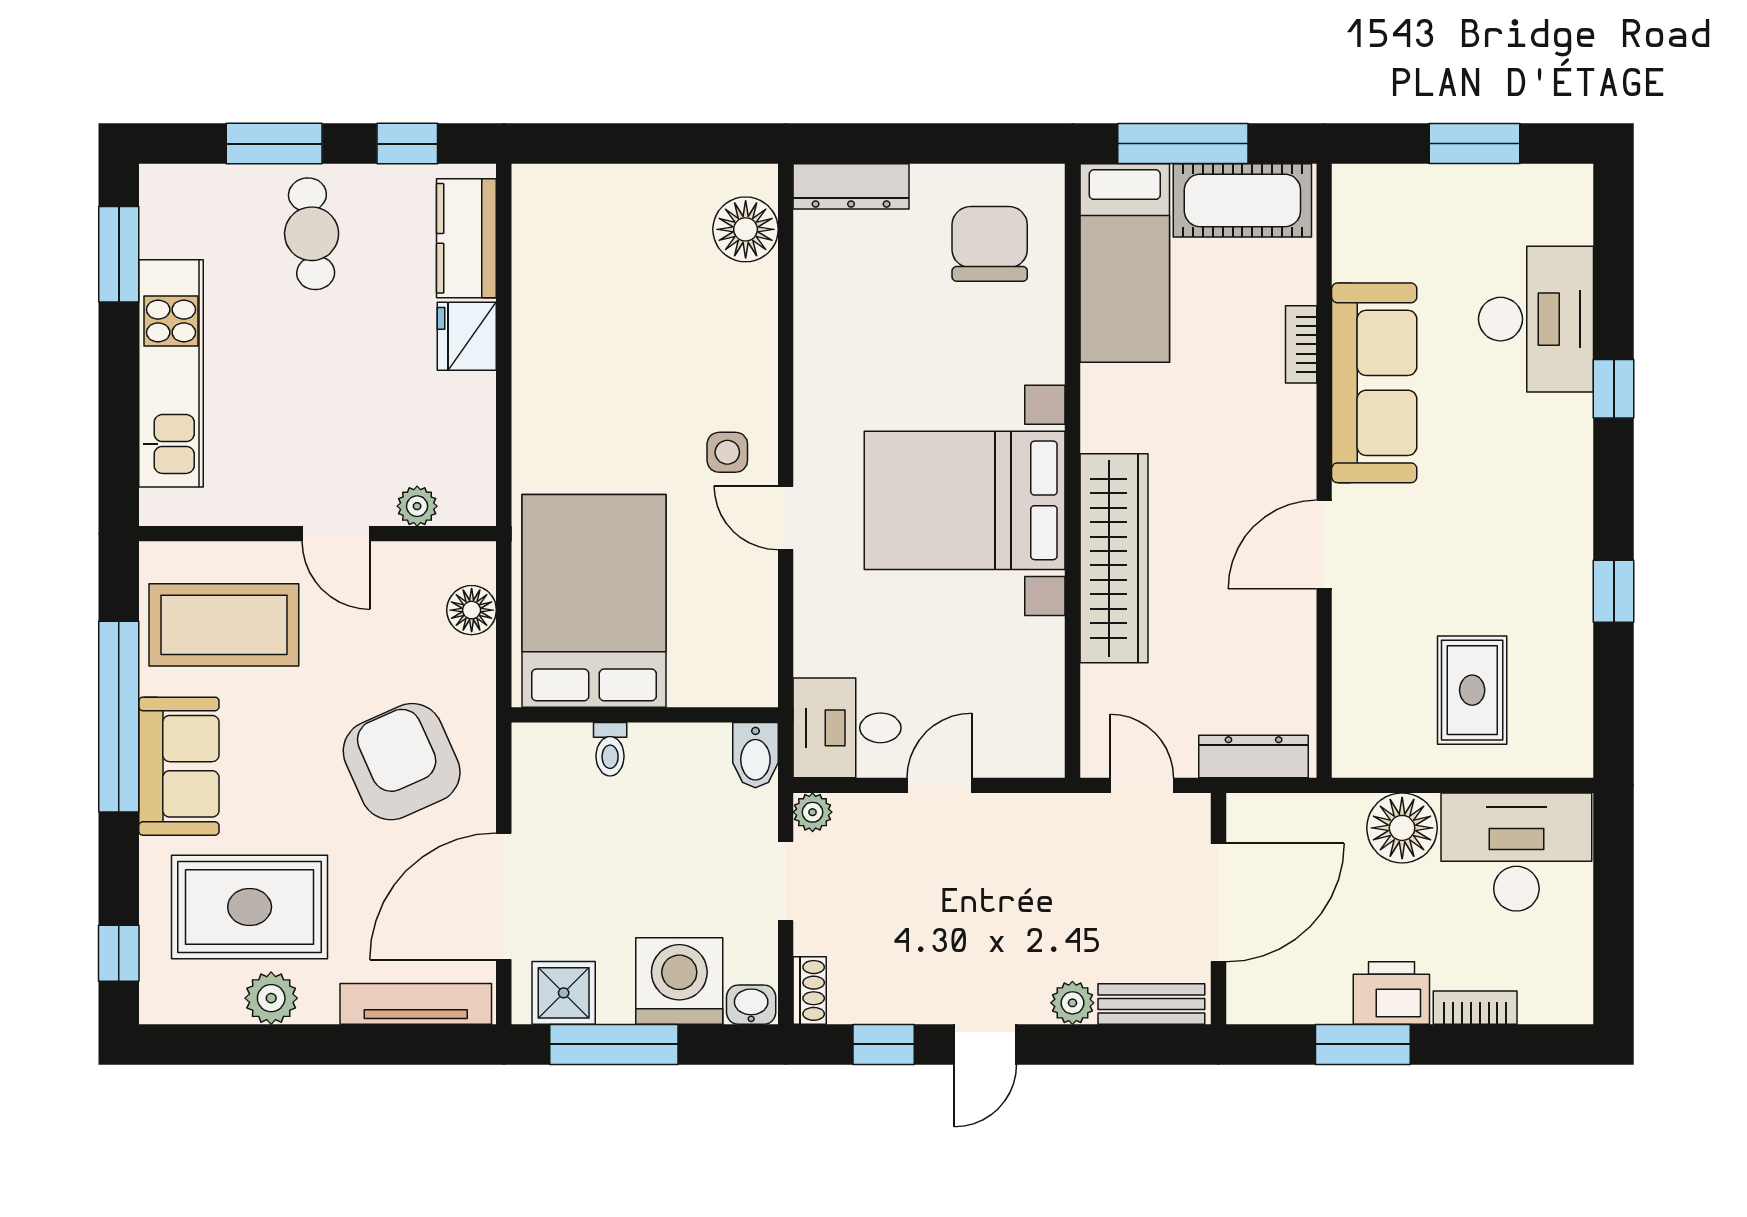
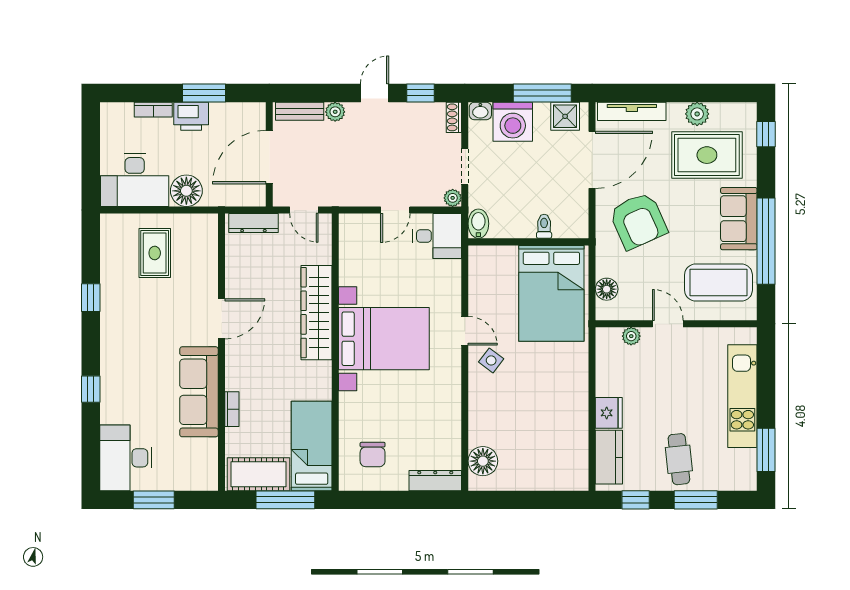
chair: (990, 244) -> (373, 455), width x0.73, depth x0.73
desk: (1536, 319) -> (126, 458), moved
side table: (727, 452) -> (491, 360), turned 37

